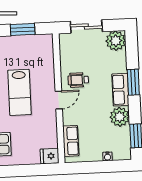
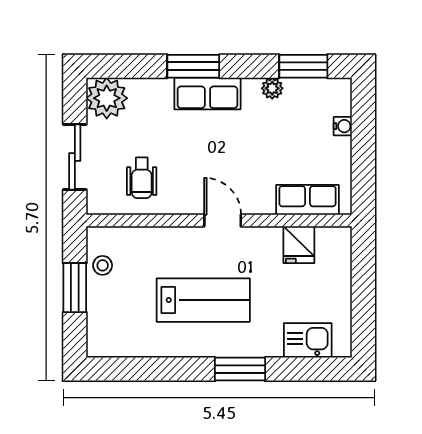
stool: (34, 43) -> (103, 265), added
wheelchair: (78, 80) -> (142, 178), moved
plant: (120, 117) -> (272, 88), width x0.53, depth x0.53
fridge: (50, 156) -> (299, 245), moved

